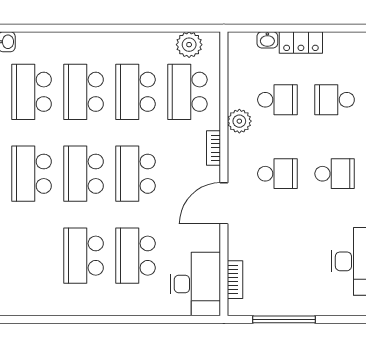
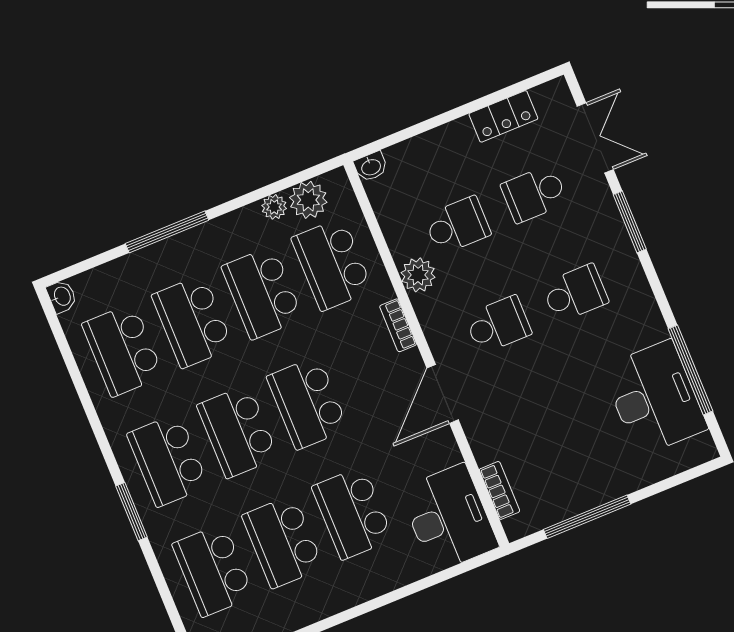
window: (91, 28) -> (167, 232), added
plant: (165, 40) -> (274, 207), added
washbasin: (267, 40) -> (371, 167), moved
locker: (301, 42) -> (503, 116), moved
school desk: (32, 256) -> (213, 570), added

